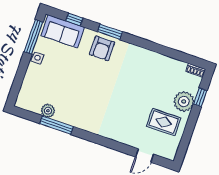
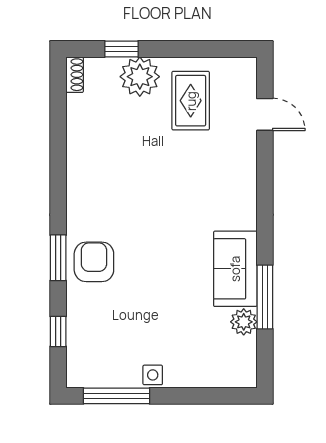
sofa: (63, 31) -> (235, 269), moved, turned 180
armchair: (102, 48) -> (94, 262), turned -90

